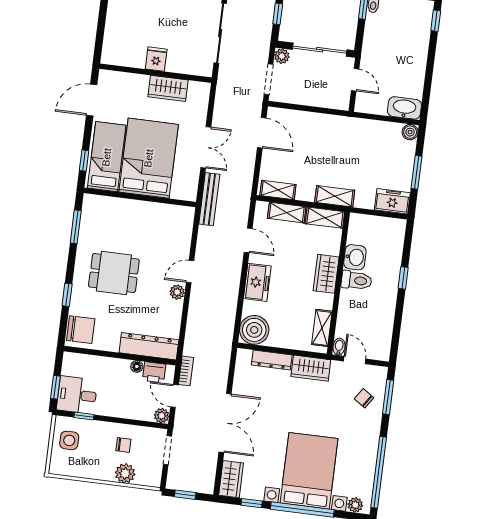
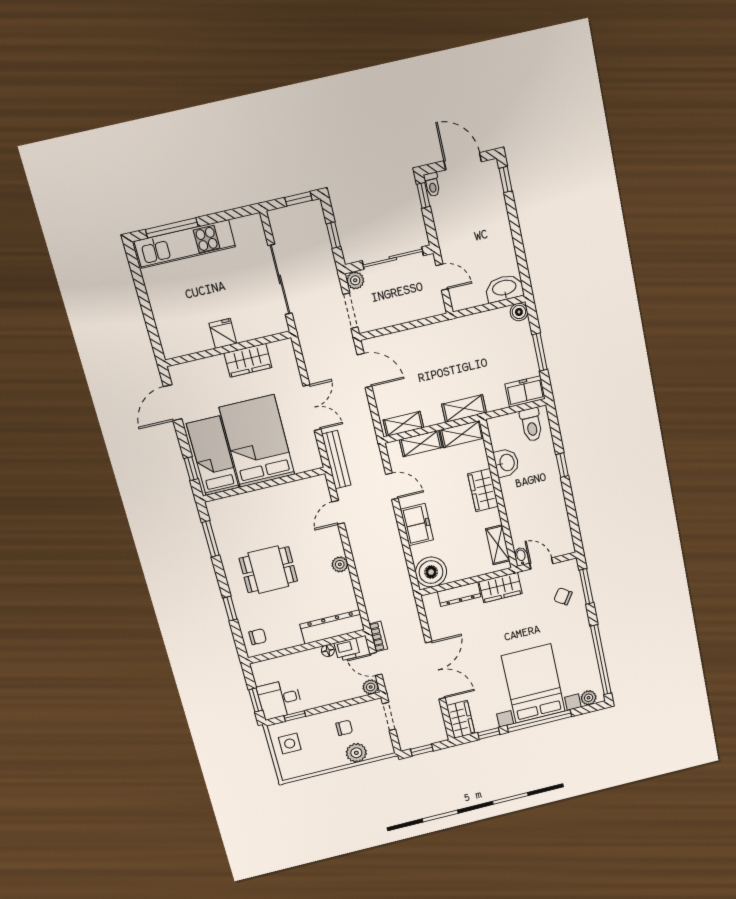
door: (190, 272) -> (338, 512), moved
toilet: (356, 280) -> (531, 425), moved, turned 90
chair: (81, 330) -> (258, 637), width x0.54, depth x0.54

